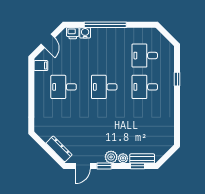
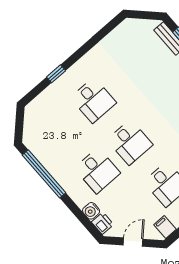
window: (105, 25) -> (44, 174), moved
desk: (145, 56) -> (97, 171), moved

